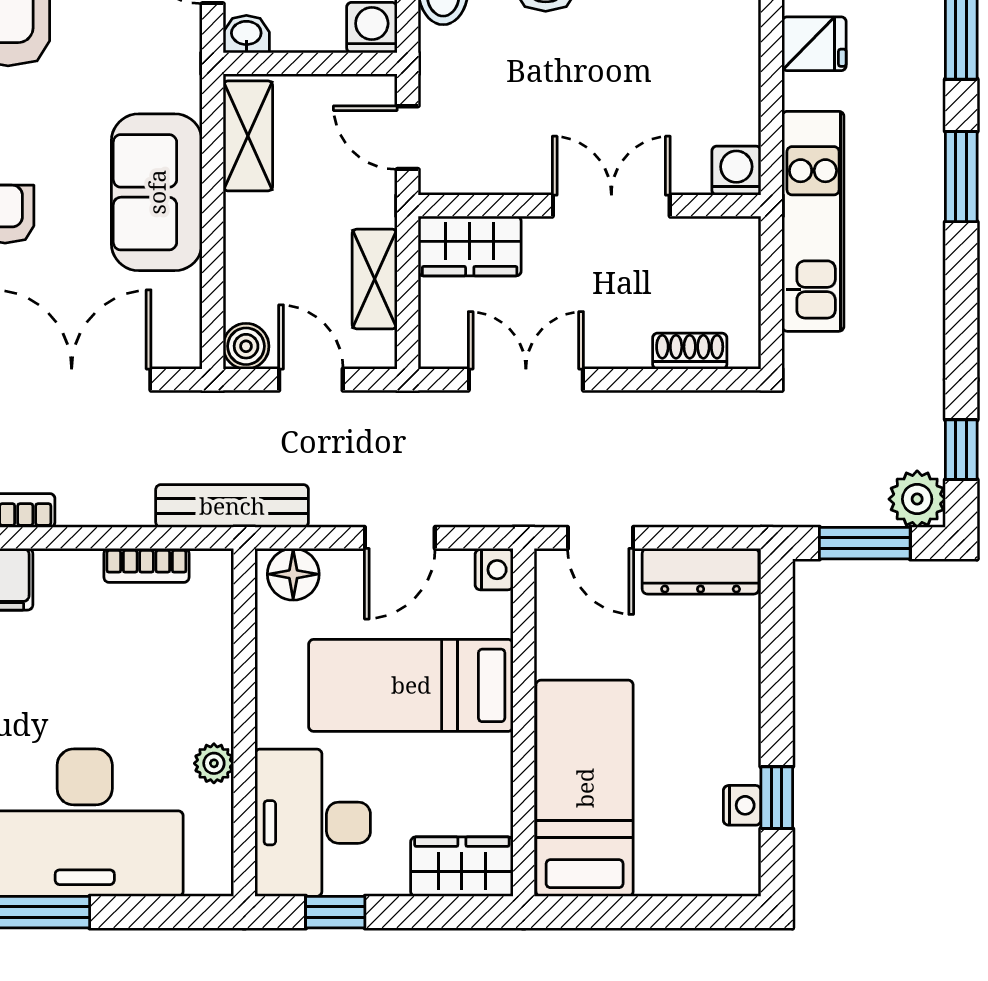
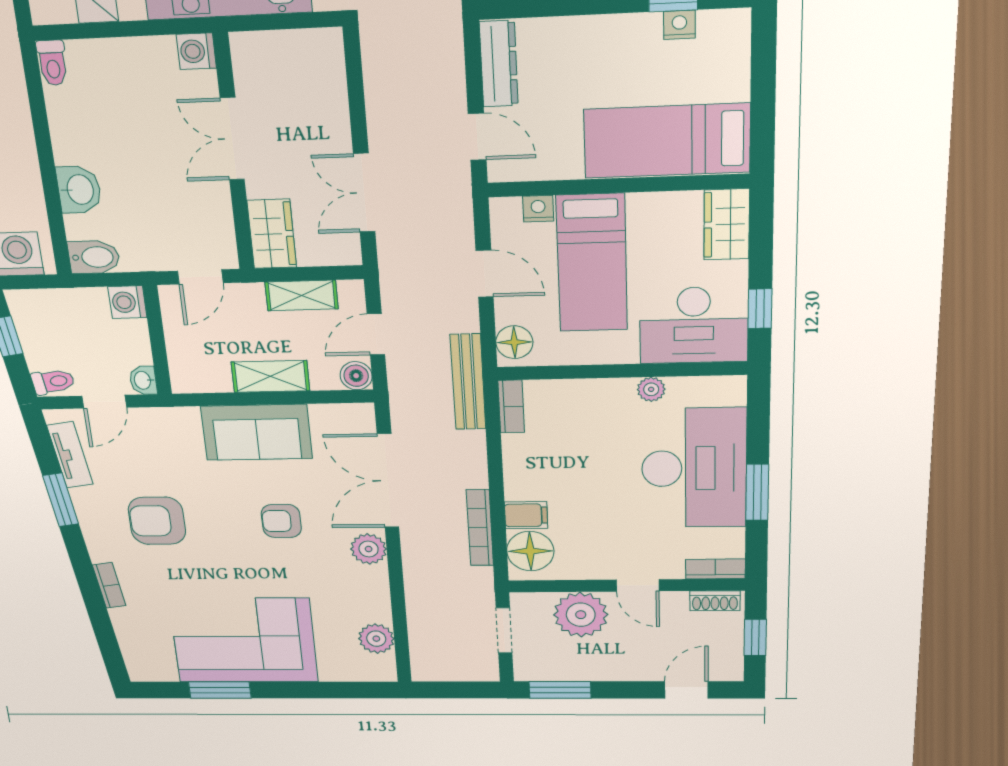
shelving: (248, 136) -> (270, 376), moved
shoe rack: (690, 351) -> (333, 79), removed
door: (600, 538) -> (477, 137), hinge flipped
bookcase: (146, 565) -> (511, 406), moved
nightstand: (494, 570) -> (538, 209), moved

